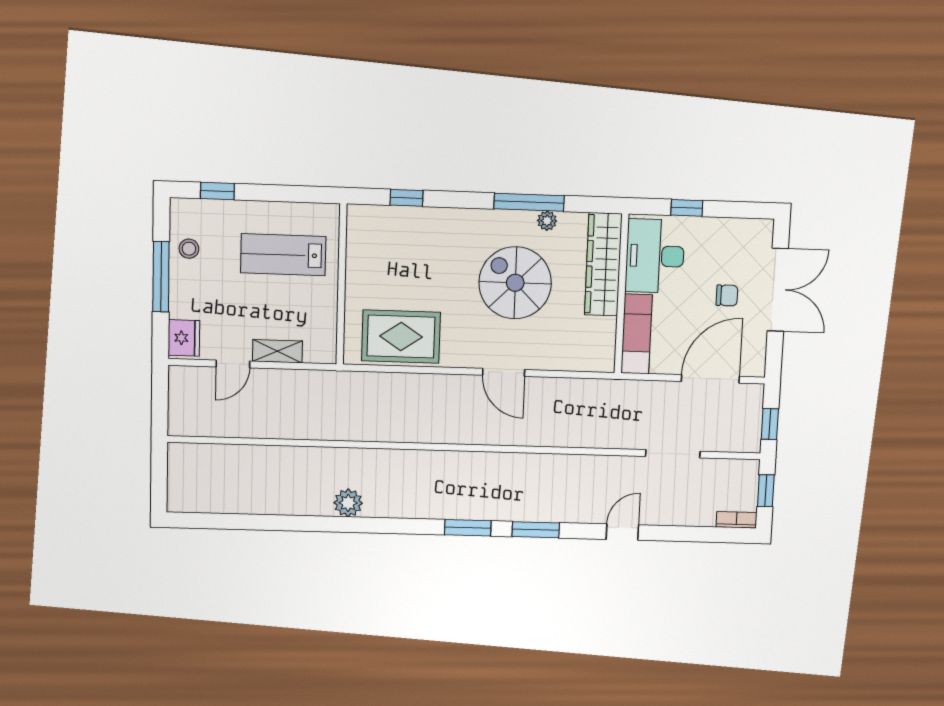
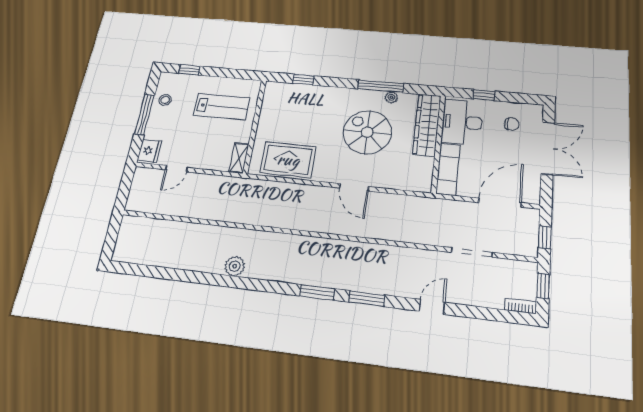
lab bench: (283, 255) -> (222, 107), turned 180
chair: (727, 295) -> (512, 124), moved
shelving: (277, 351) -> (239, 158), moved, turned 90

